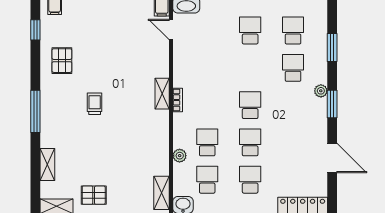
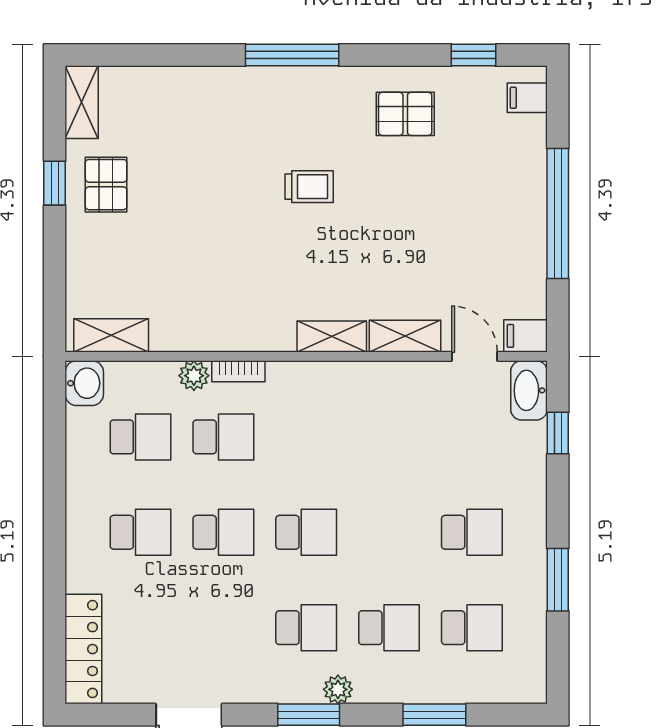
door: (171, 29) -> (474, 356), hinge flipped
bookcase: (178, 100) -> (238, 371), moved
school desk: (293, 105) -> (306, 628), added
shelving: (47, 165) -> (405, 336), moved

